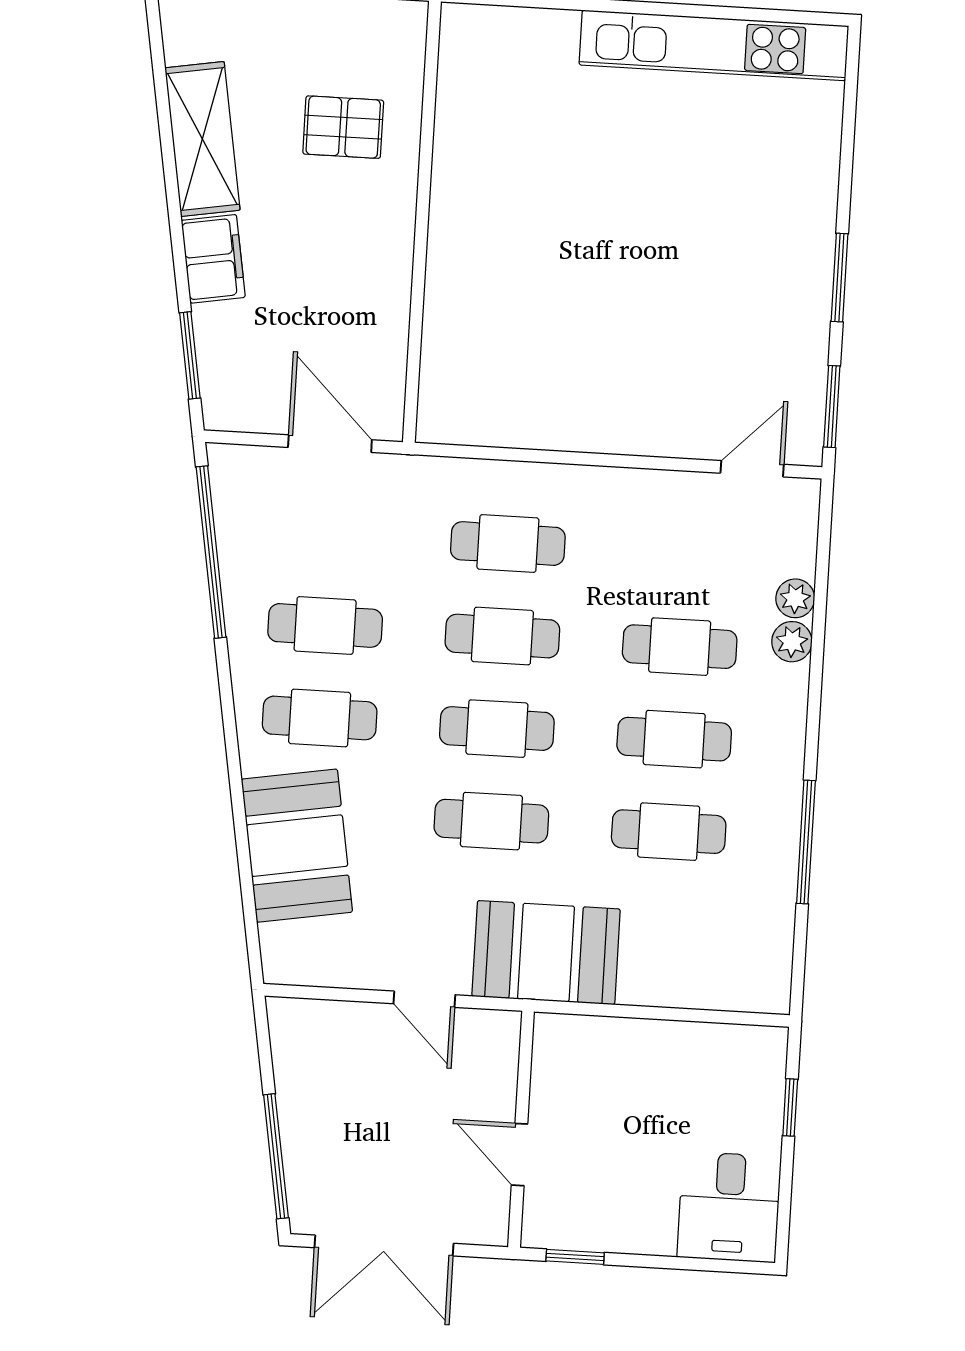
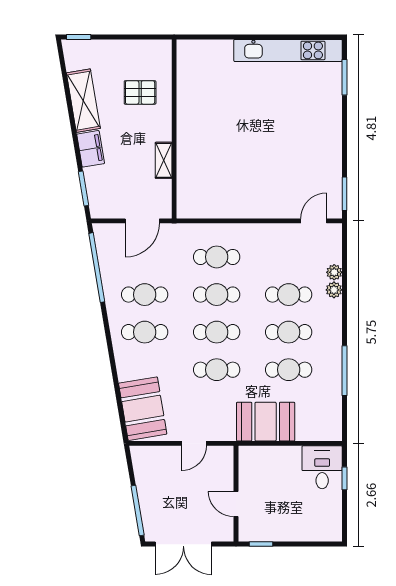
window: (839, 278) -> (344, 77), moved
shelving: (391, 298) -> (164, 160), added
door: (330, 444) -> (142, 221), swing flipped
booth: (297, 846) -> (143, 409), moved
booth: (546, 953) -> (266, 422), moved
door: (424, 999) -> (194, 443), hinge flipped
desk: (729, 1207) -> (322, 467), moved, turned 180

